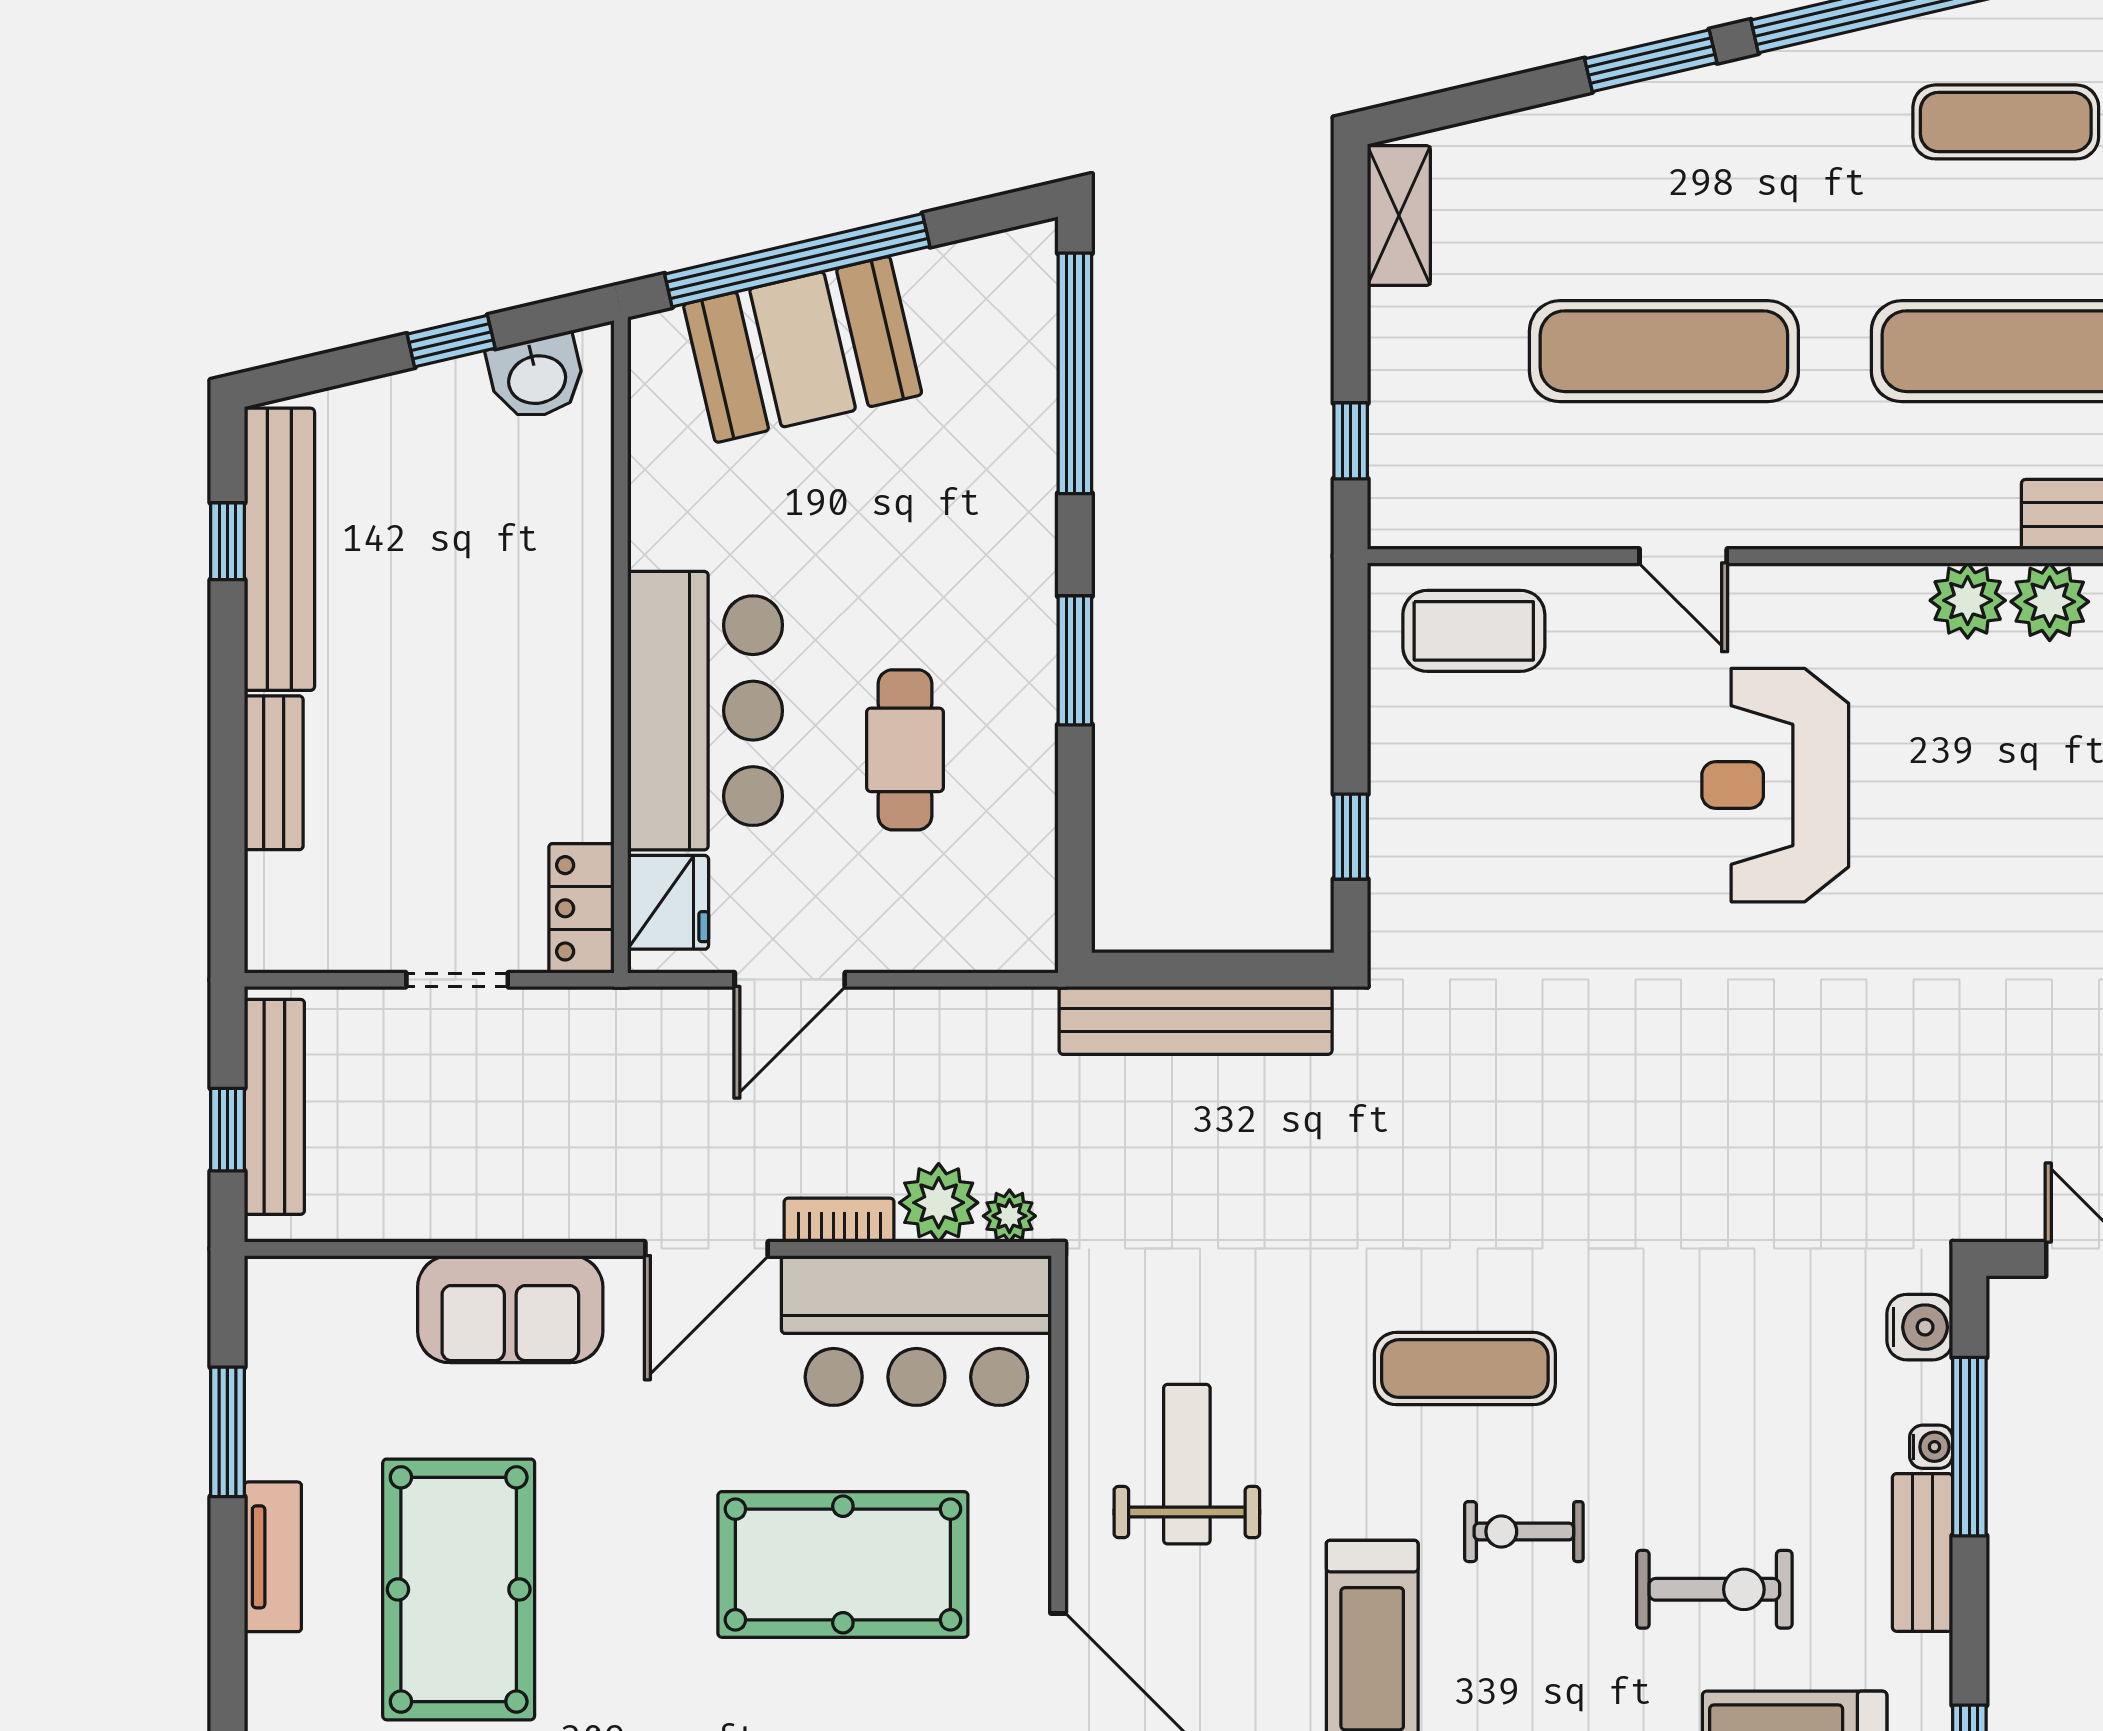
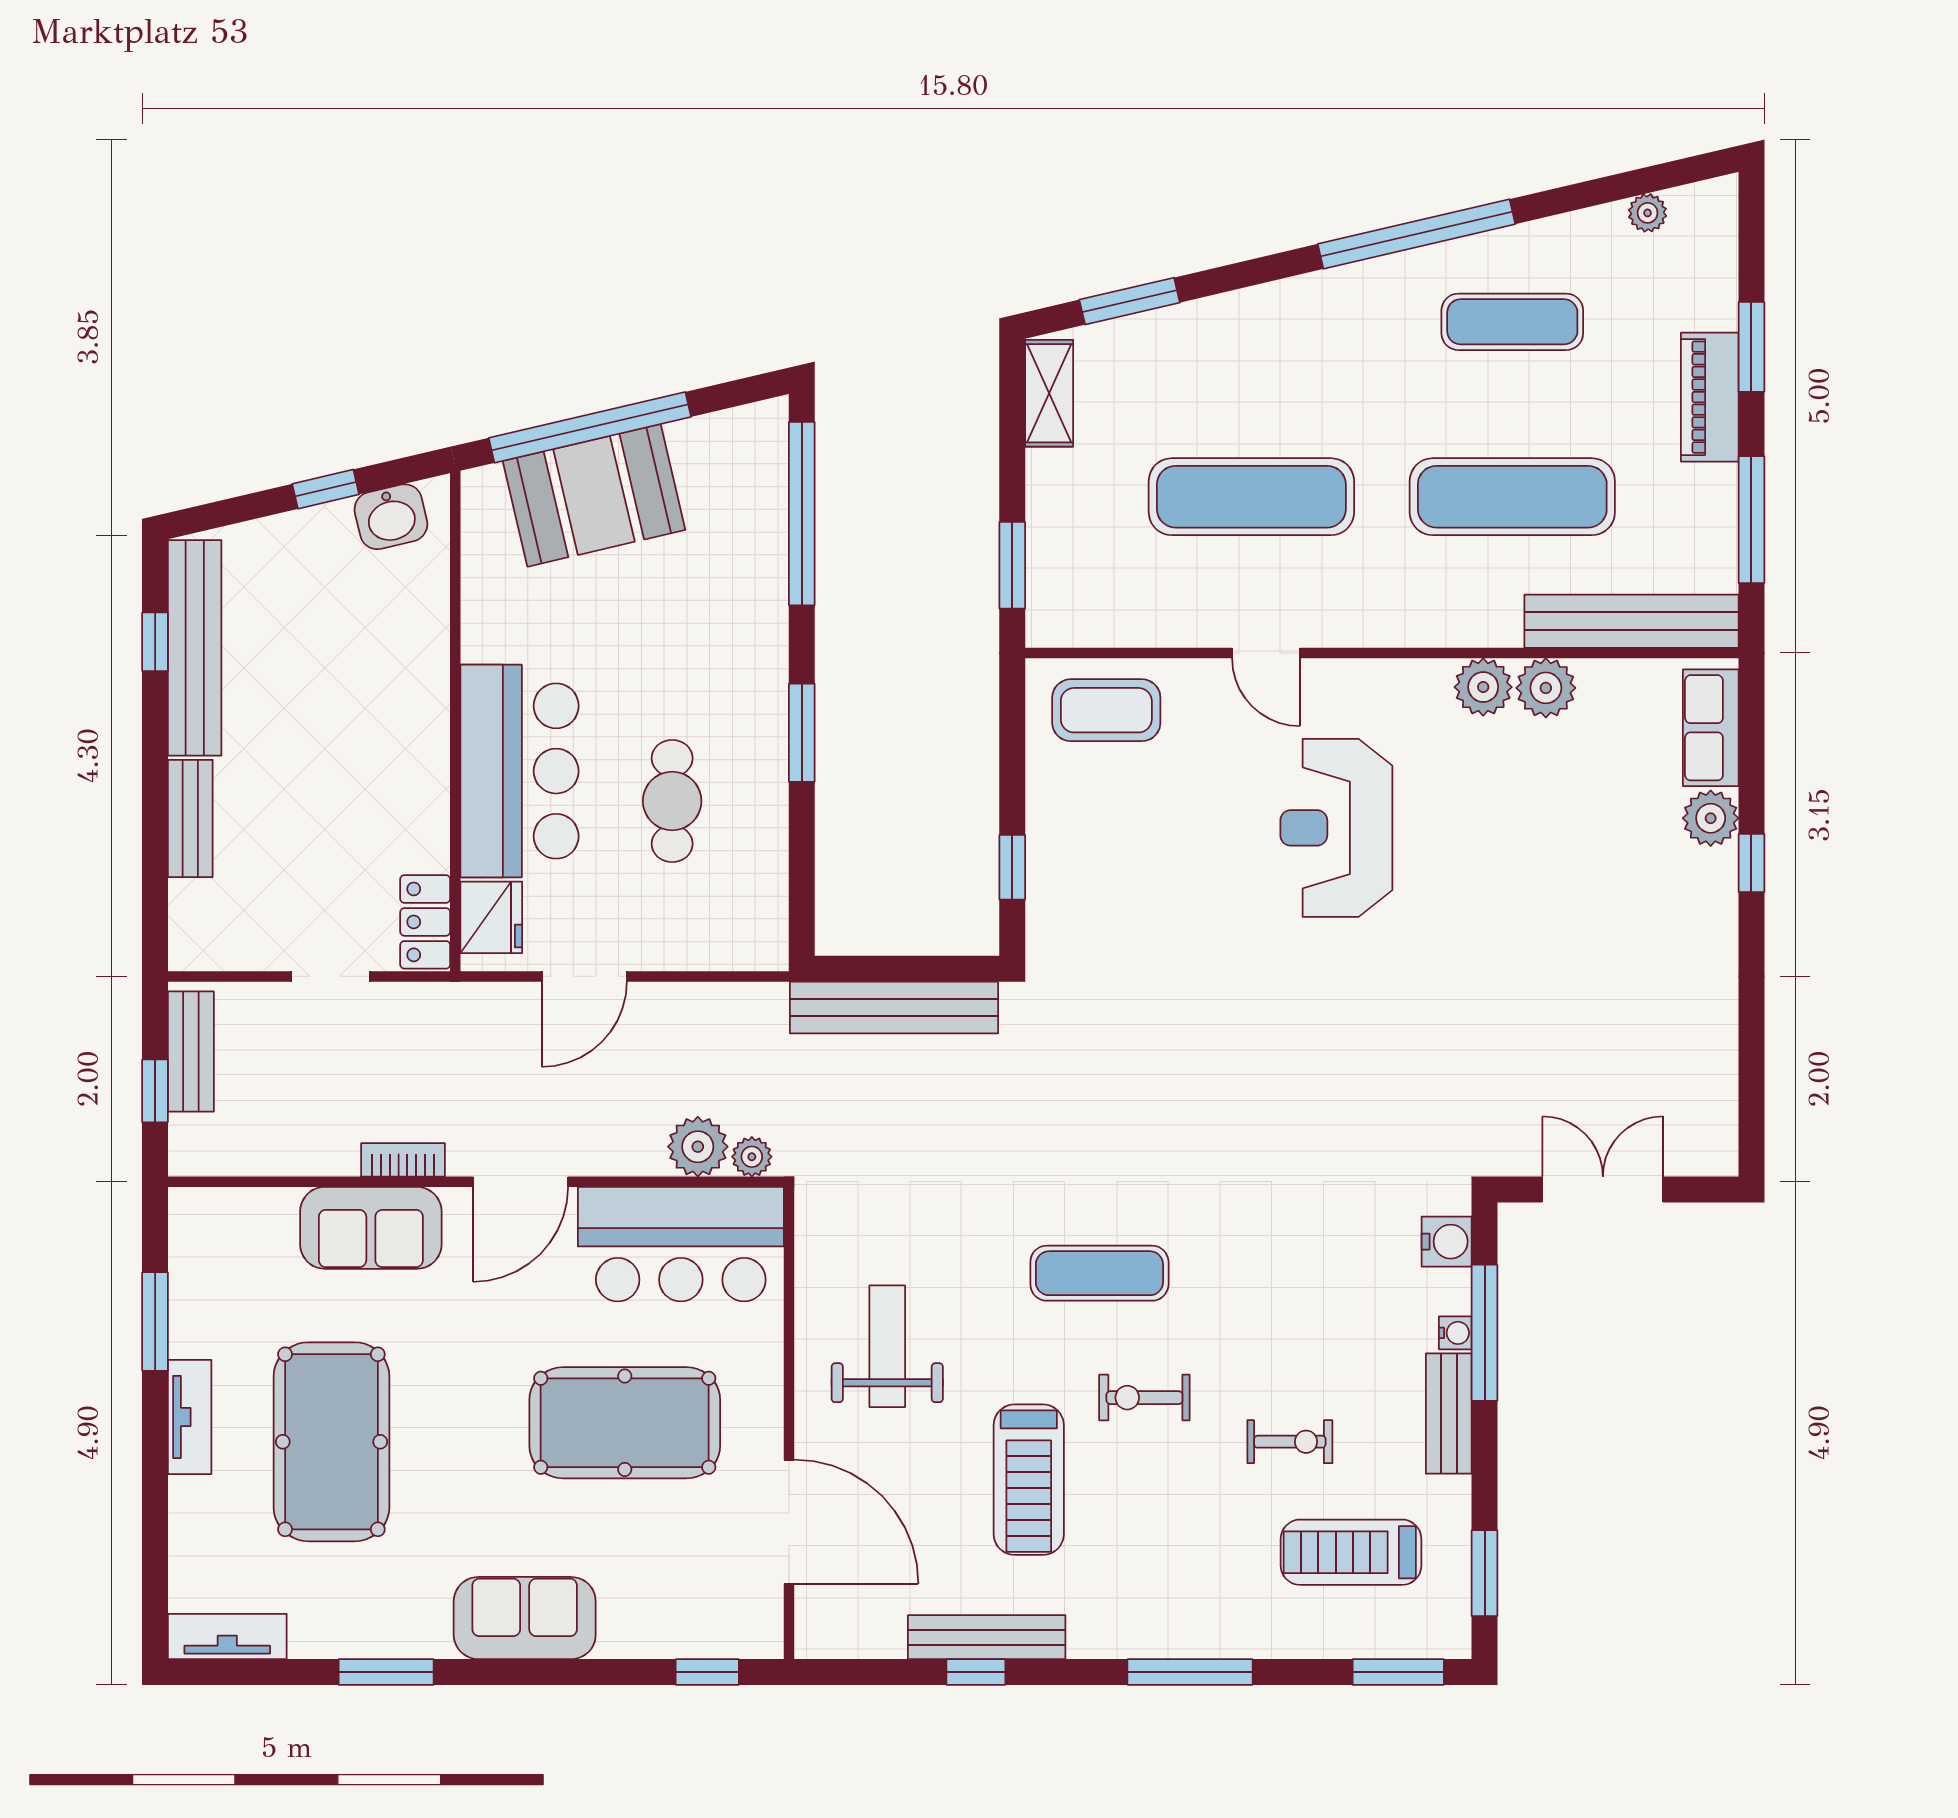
window: (1651, 61) -> (1130, 301), moved
window: (1351, 441) -> (1012, 565), width x1.50
bench: (274, 1107) -> (191, 1052), width x0.73
bookcase: (839, 1220) -> (403, 1160), moved
exercise bike: (1714, 1589) -> (1290, 1442), width x0.73, depth x0.72

